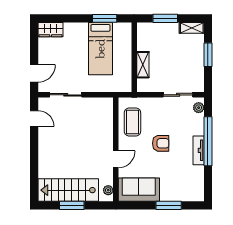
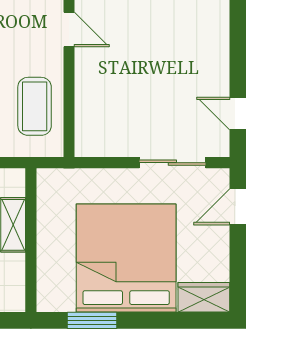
bed: (100, 49) -> (126, 258), width x2.04
door: (116, 159) -> (69, 29), swing flipped

